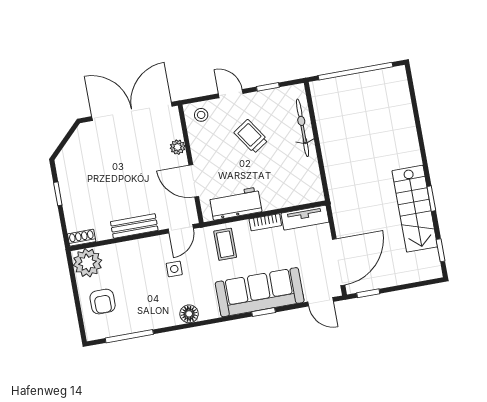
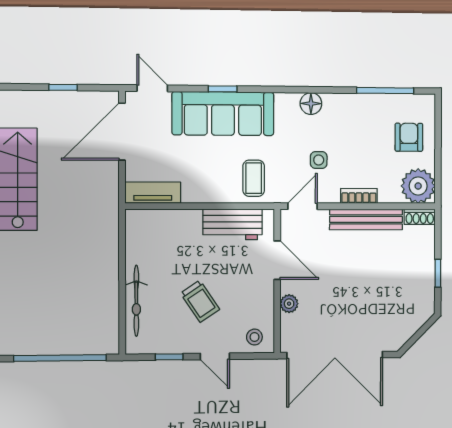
bookcase: (265, 222) -> (359, 196), moved
bench: (134, 226) -> (366, 219), width x1.36
window: (368, 293) -> (63, 87), moved

